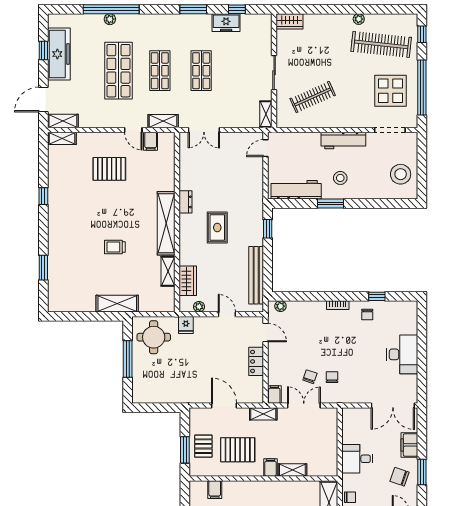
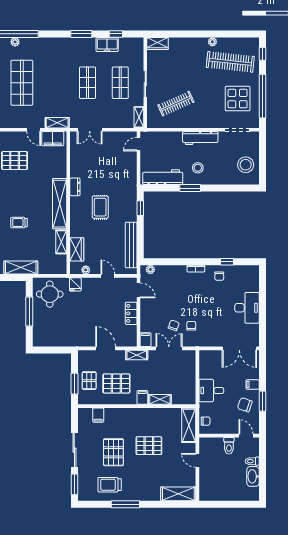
shop shelf: (160, 71) -> (120, 83), moved
filing cabinet: (151, 141) -> (53, 139), width x2.00
filing cabinet: (409, 445) -> (253, 385), width x0.50

